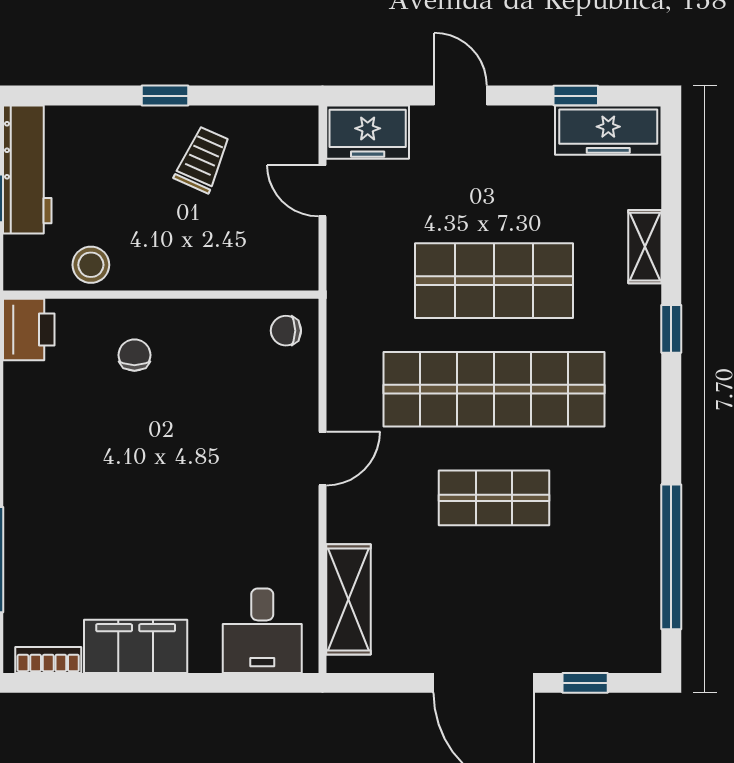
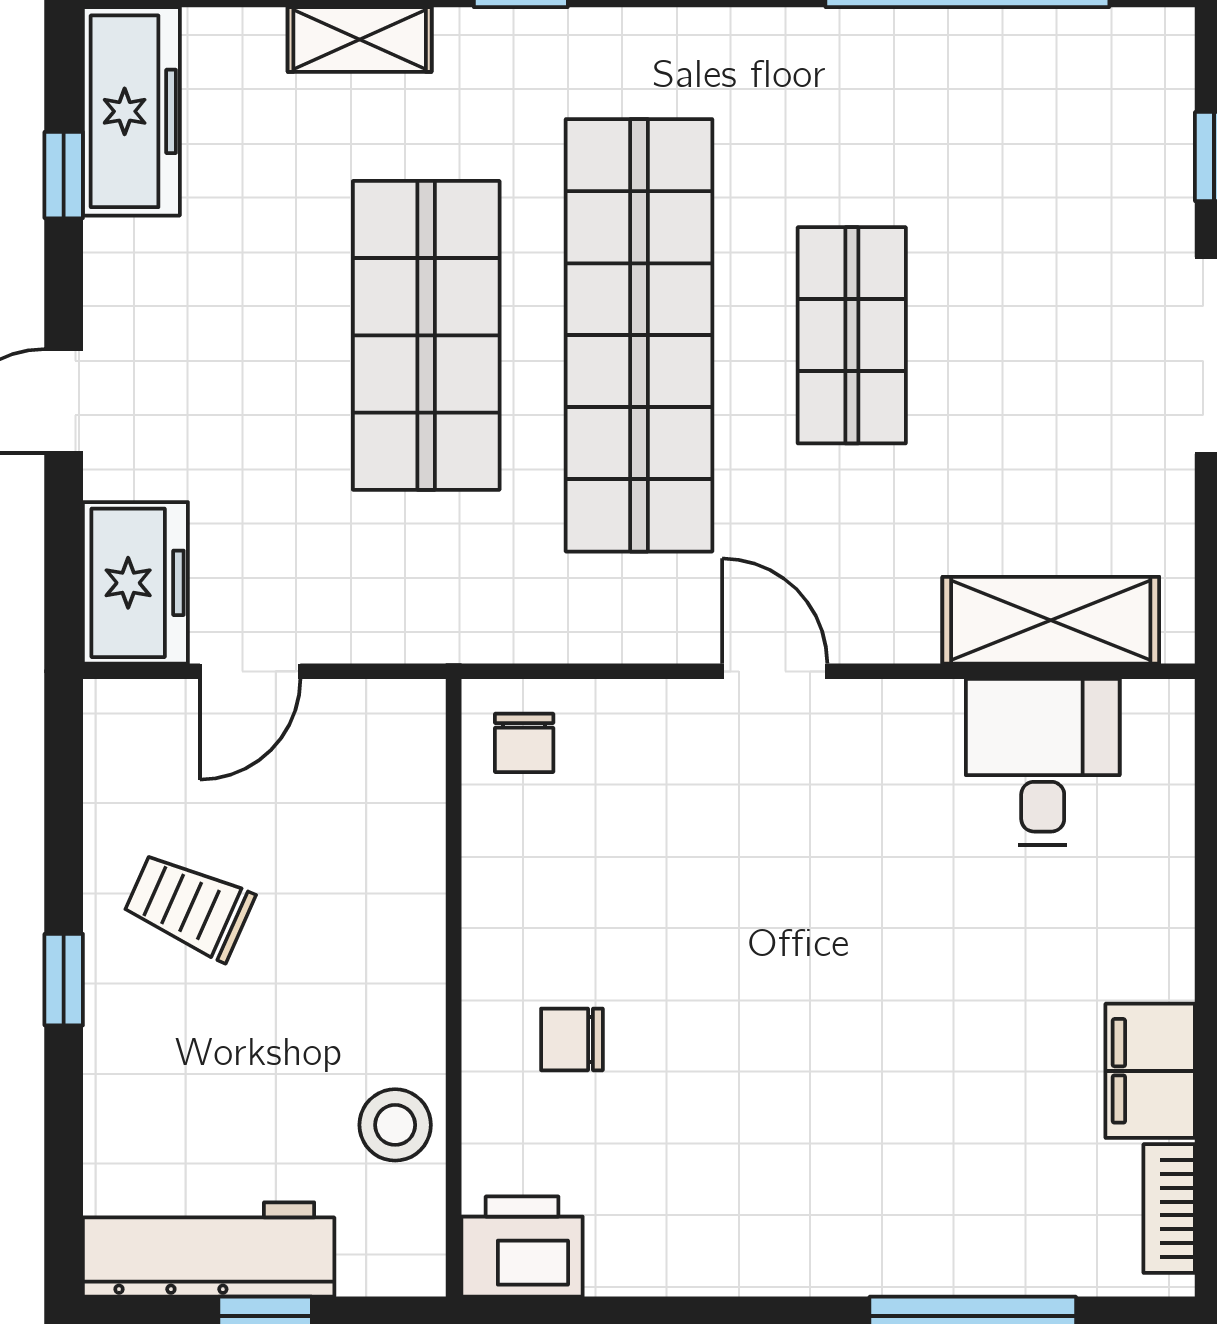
desk: (262, 631) -> (1043, 762), moved, turned -90
filing cabinet: (136, 646) -> (1150, 1071), width x0.67, depth x0.86

